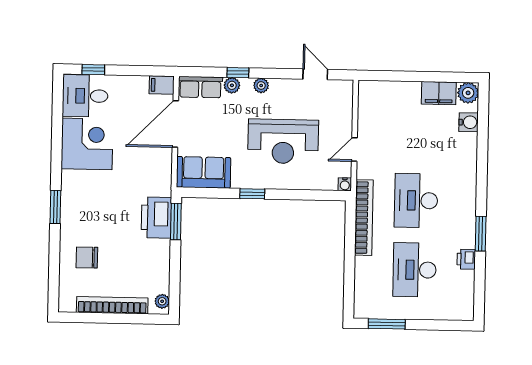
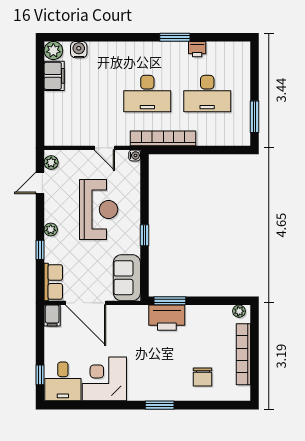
plant: (232, 85) -> (51, 162), moved

